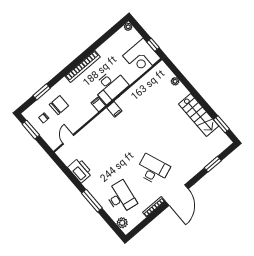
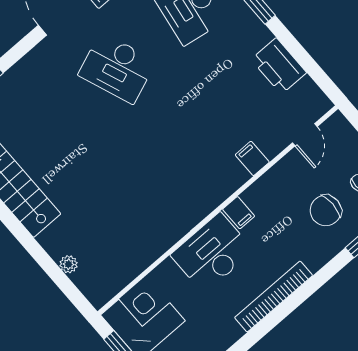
filing cabinet: (114, 109) -> (252, 158), moved

